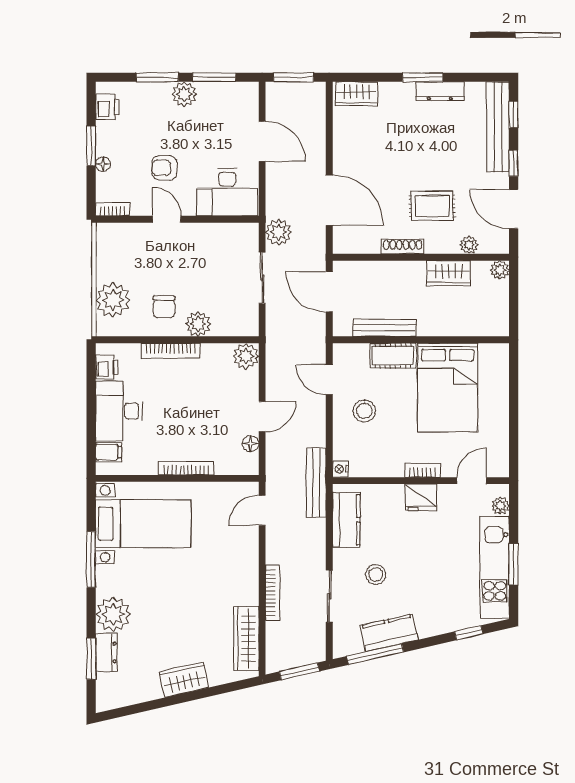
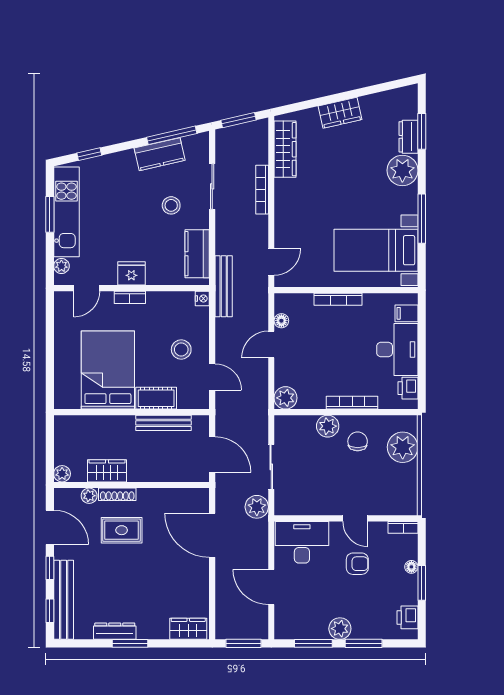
shoe rack: (403, 247) -> (117, 494), moved

